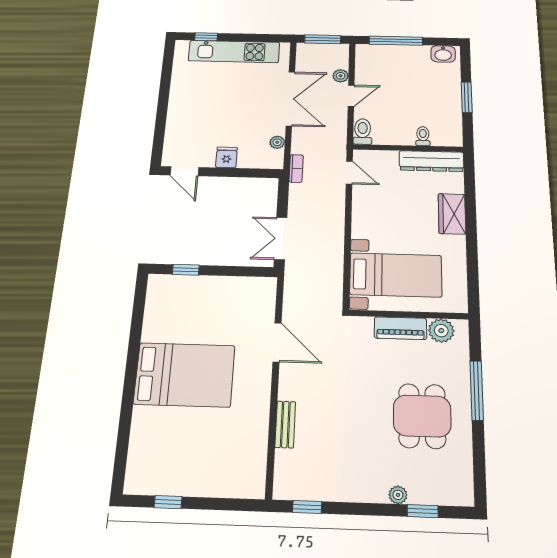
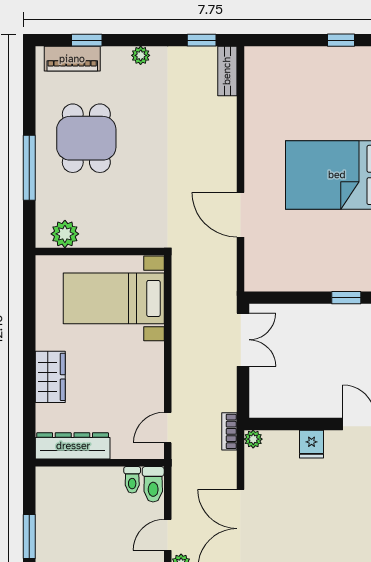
toilet: (423, 136) -> (132, 480), moved
plant: (277, 142) -> (253, 439), moved
door: (349, 173) -> (168, 428), hinge flipped
piano: (400, 328) -> (72, 59), moved, turned 180
bench: (285, 424) -> (227, 71), moved
plant: (398, 495) -> (141, 55), moved

